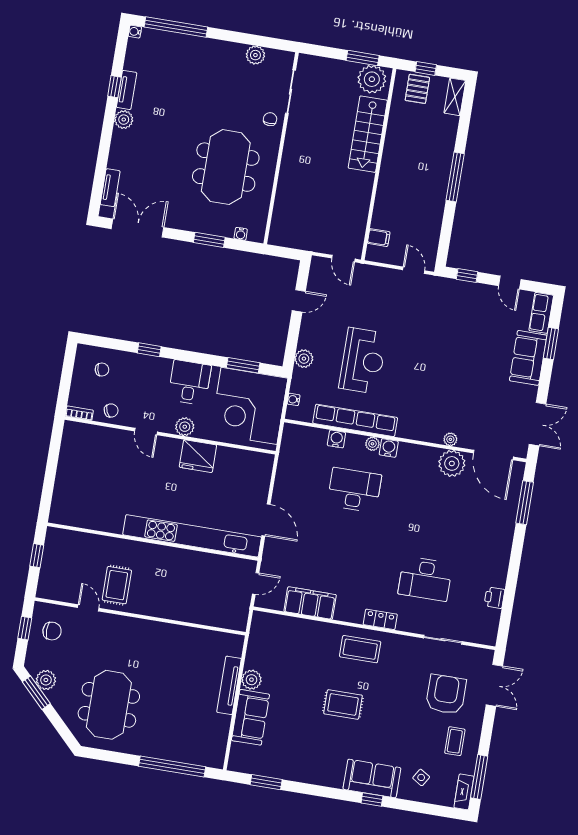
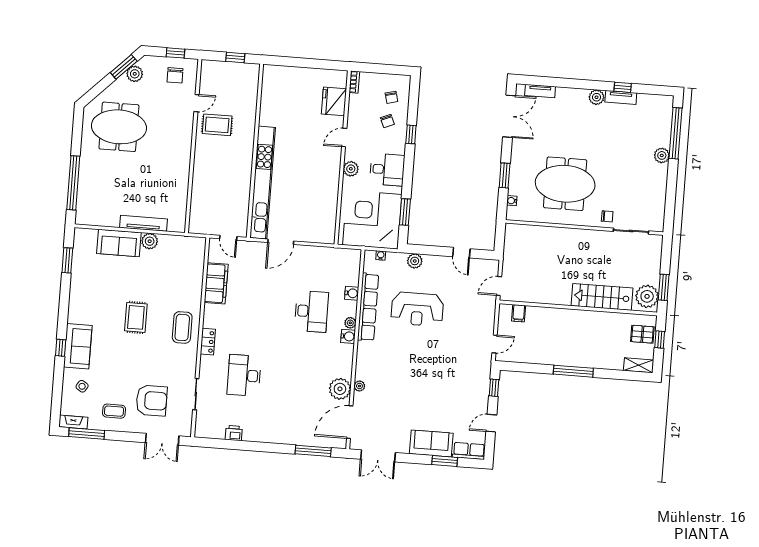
water cooler: (135, 32) -> (669, 100), removed
plant: (255, 55) -> (662, 155), moved
chair: (111, 411) -> (387, 121), moved
fridge: (198, 456) -> (334, 101), moved

